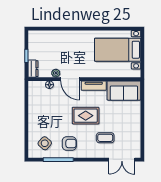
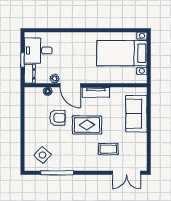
desk: (41, 47) -> (38, 51), added
sofa: (124, 91) -> (136, 114), moved, turned 90
armchair: (69, 143) -> (57, 118), moved

